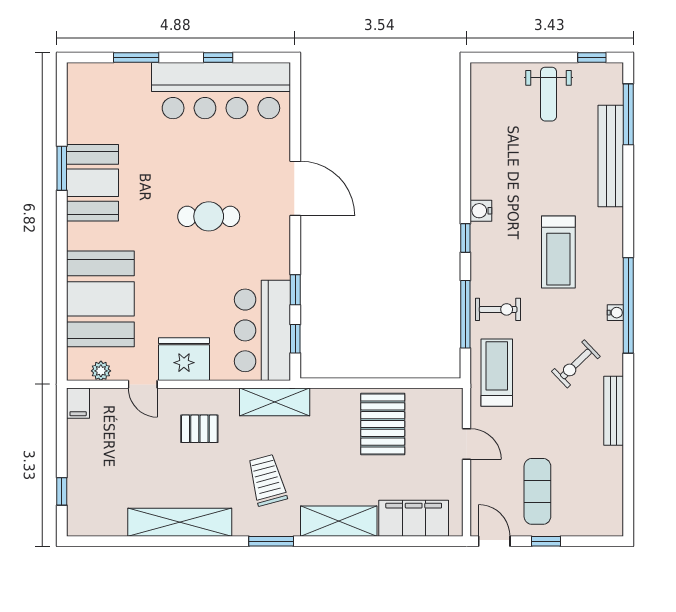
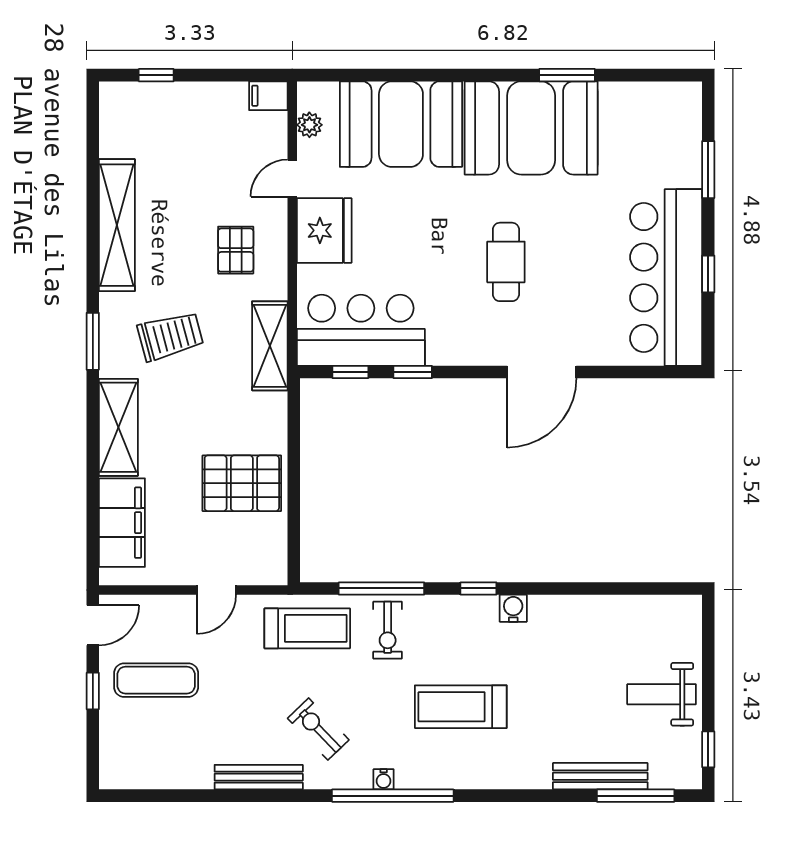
bench: (611, 156) -> (600, 776), width x0.73, depth x0.82
booth: (92, 183) -> (531, 128), width x1.36, depth x1.42

